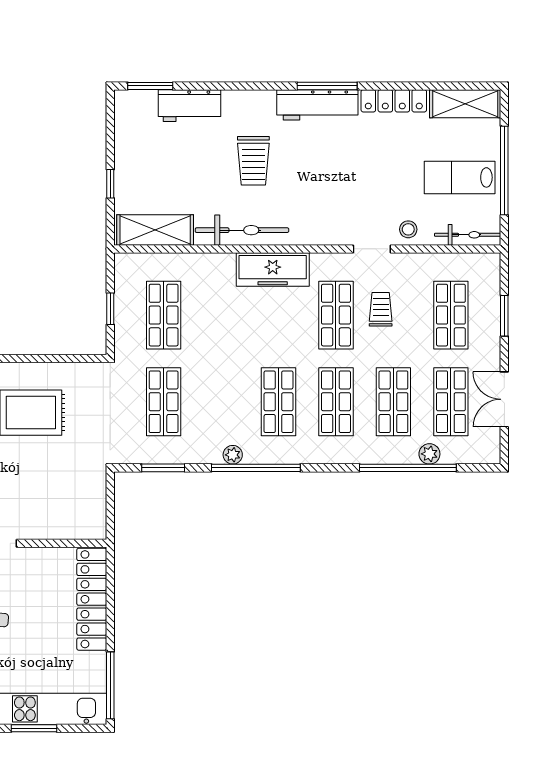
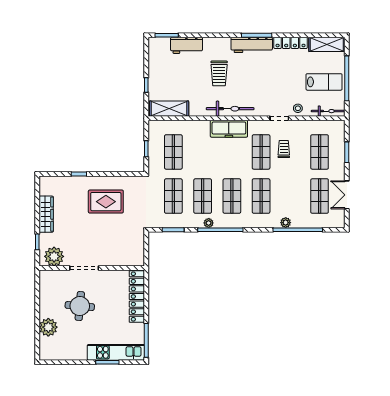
lab bench: (460, 177) -> (324, 82), turned 180
bicycle: (242, 230) -> (230, 109), moved
shop shelf: (393, 402) -> (203, 196), moved
plant: (429, 454) -> (286, 223), moved

